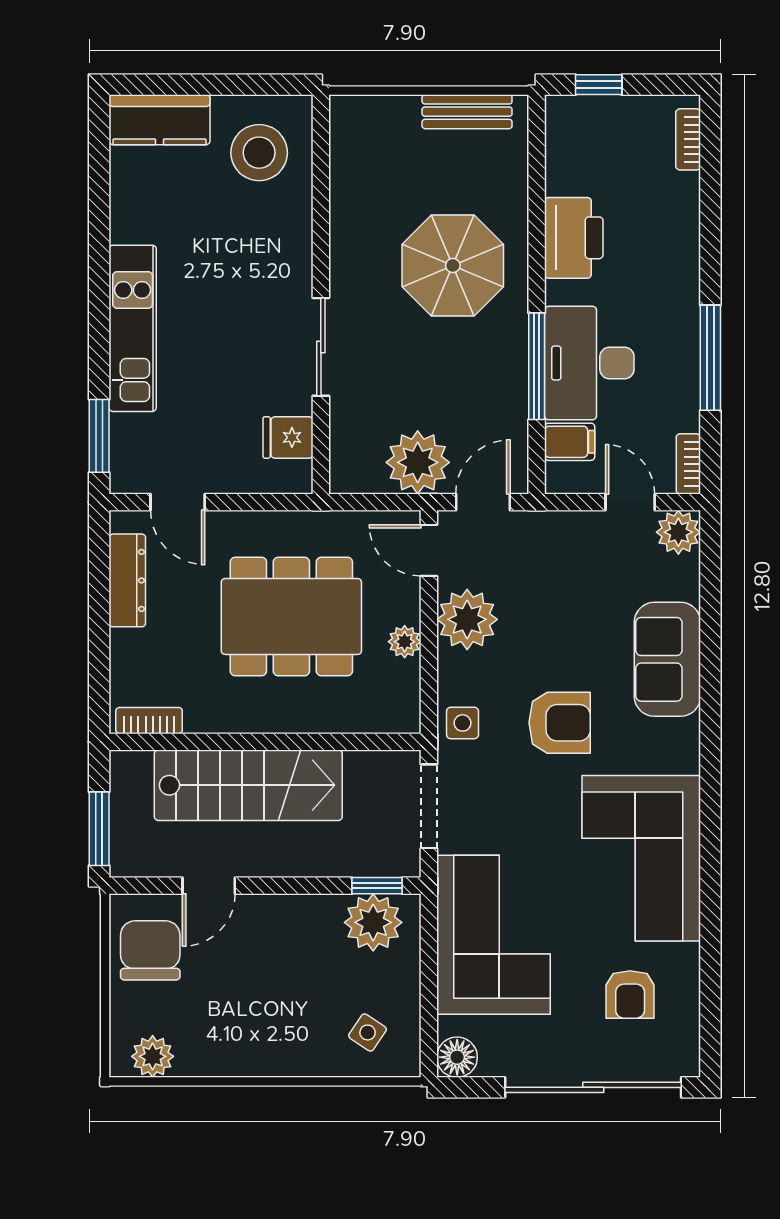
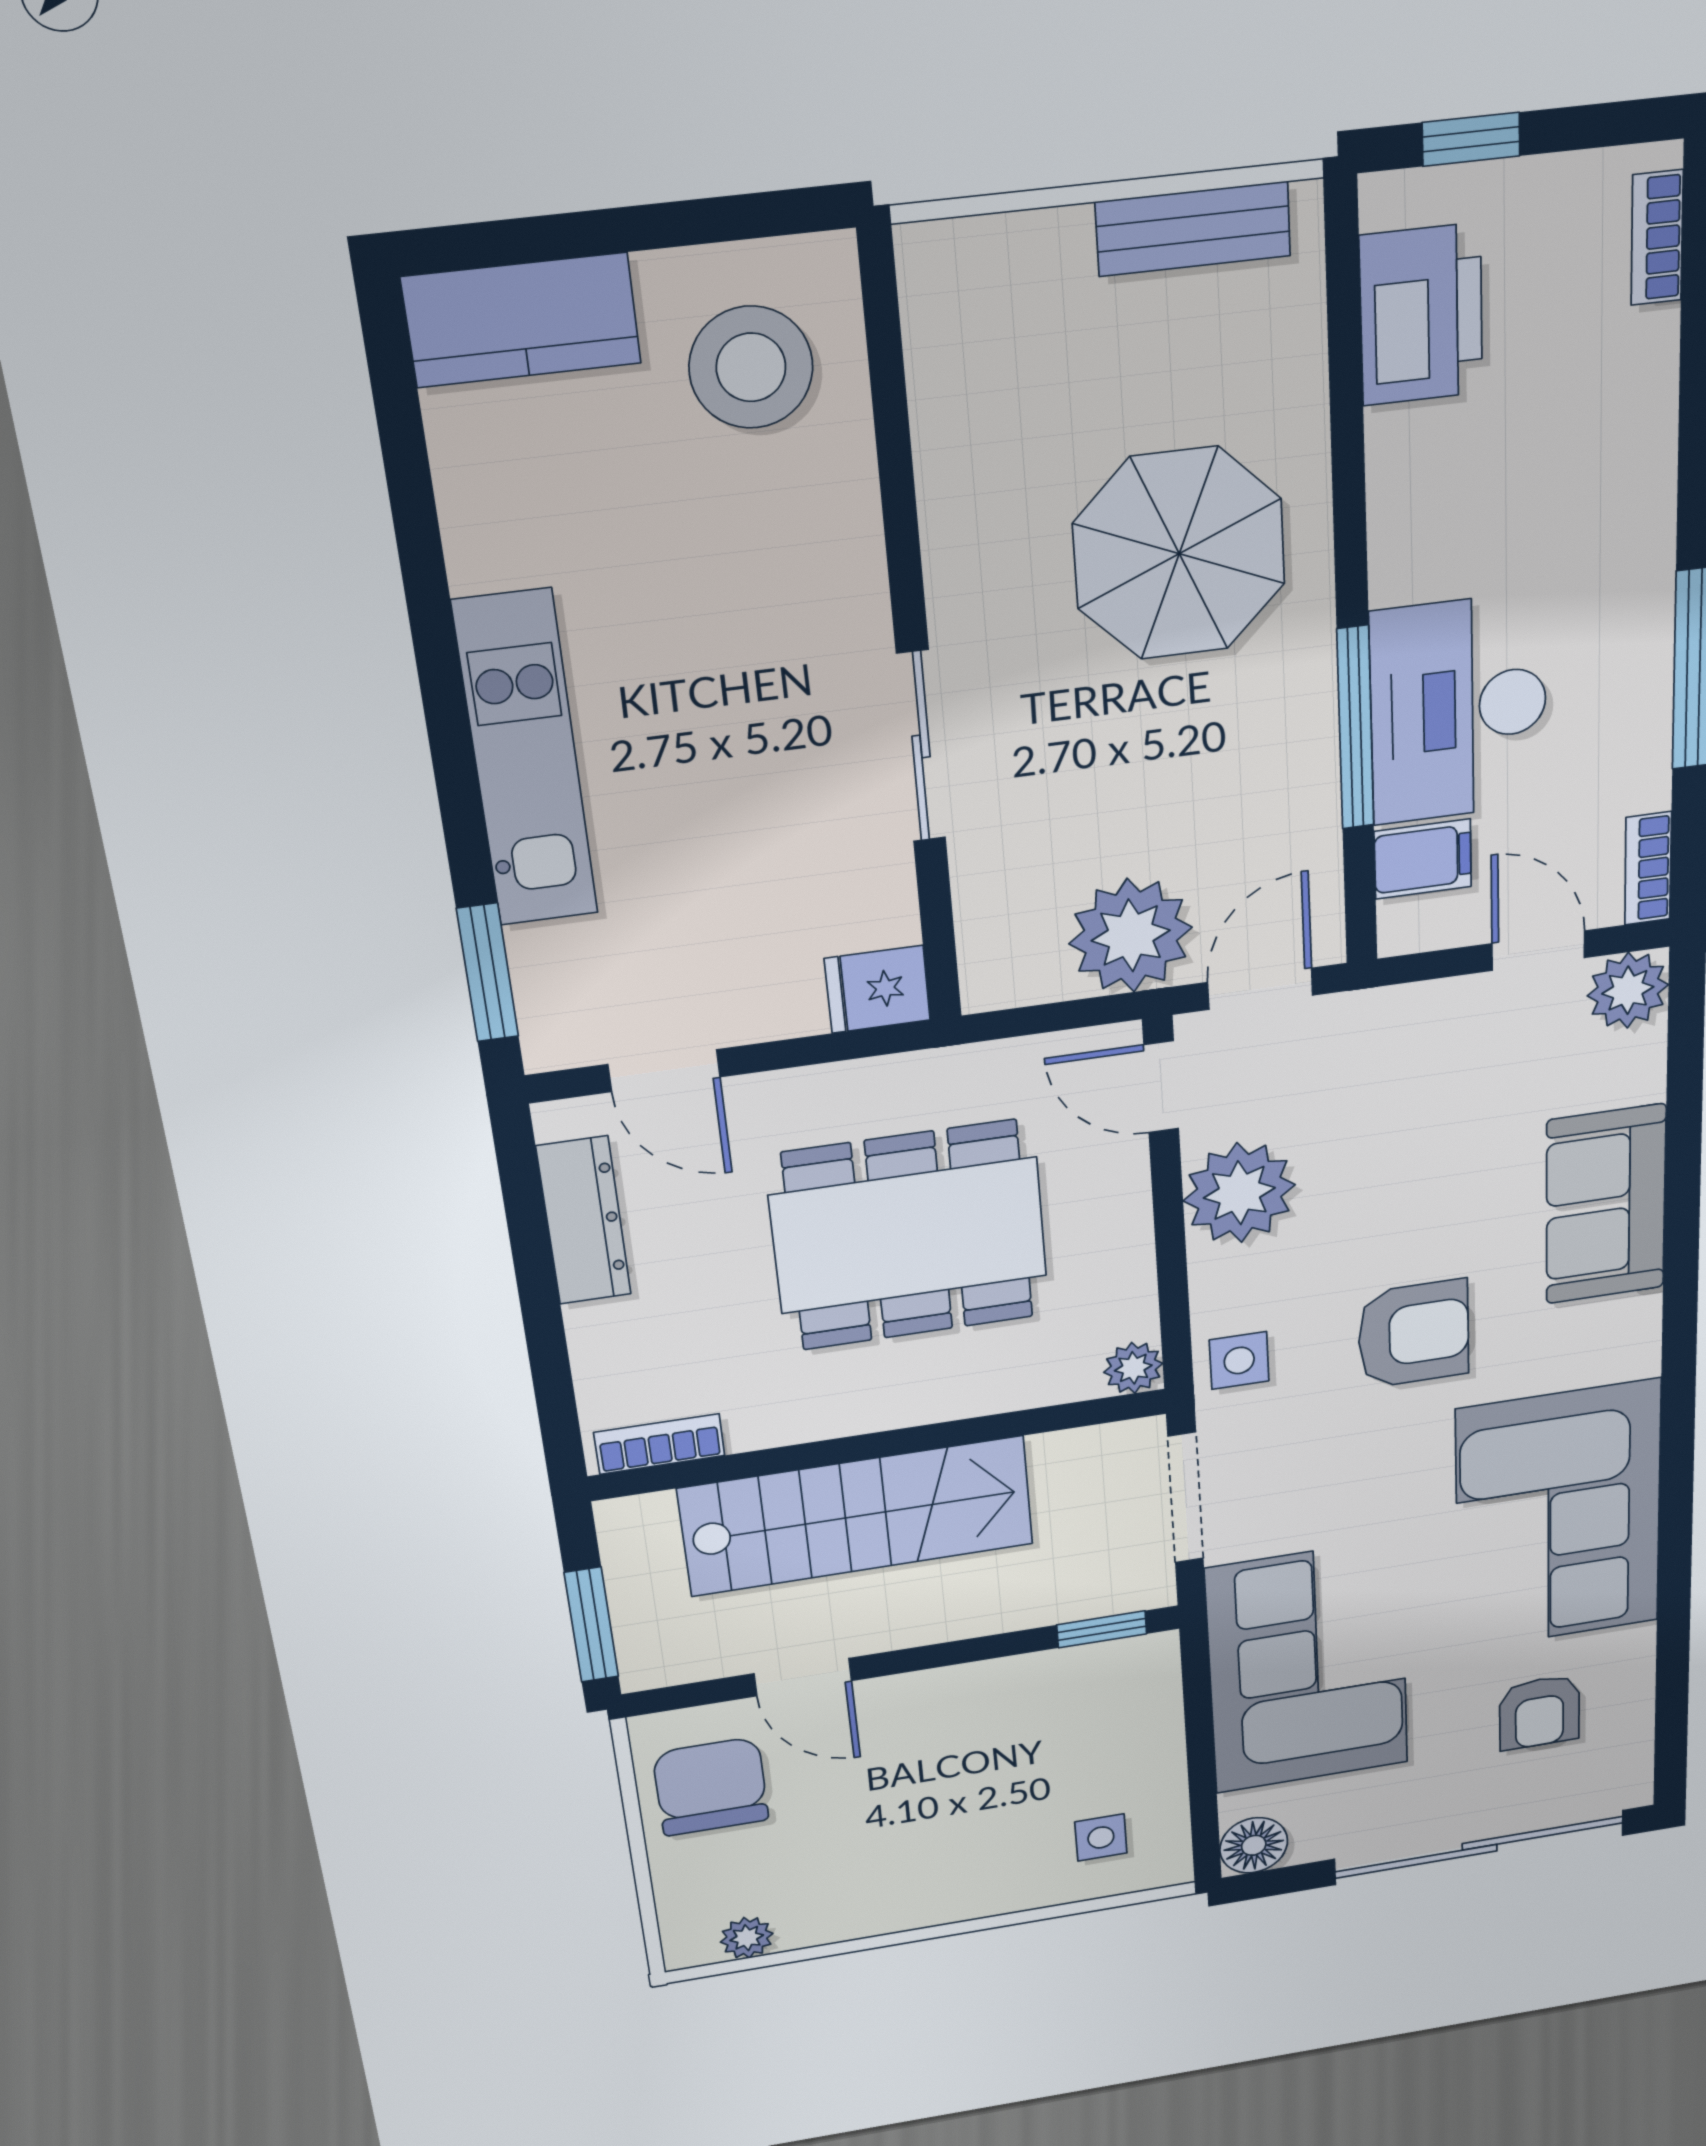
printer: (574, 238) -> (1421, 315), moved
fridge: (288, 437) -> (877, 989), moved
plant: (405, 642) -> (1133, 1368), moved
door: (209, 886) -> (803, 1677), hinge flipped
plant: (373, 922) -> (1099, 1683), removed
side table: (368, 1032) -> (1101, 1837), turned -34
plant: (153, 1056) -> (747, 1938), width x0.73, depth x0.73

